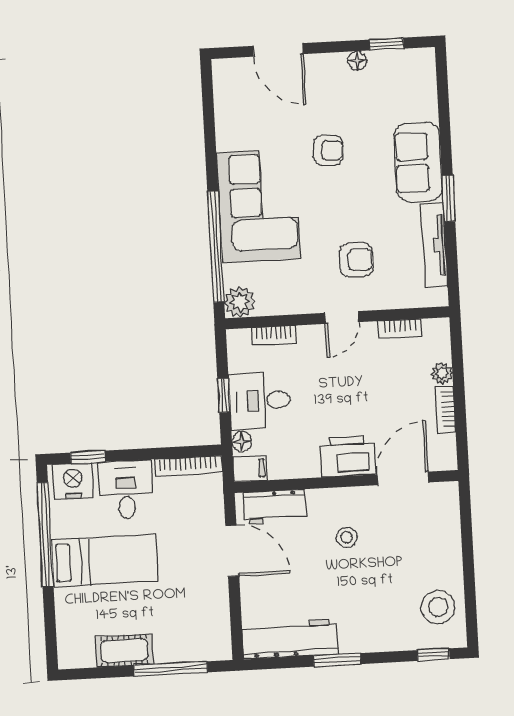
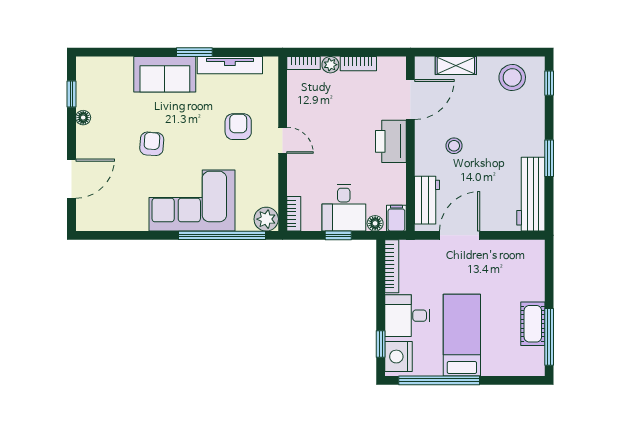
bookcase: (400, 328) -> (303, 63), moved, turned 90
bookcase: (274, 336) -> (294, 214), moved
door: (403, 478) -> (410, 99), swing flipped
shelving: (449, 534) -> (456, 66), added
window: (171, 669) -> (549, 337), moved

